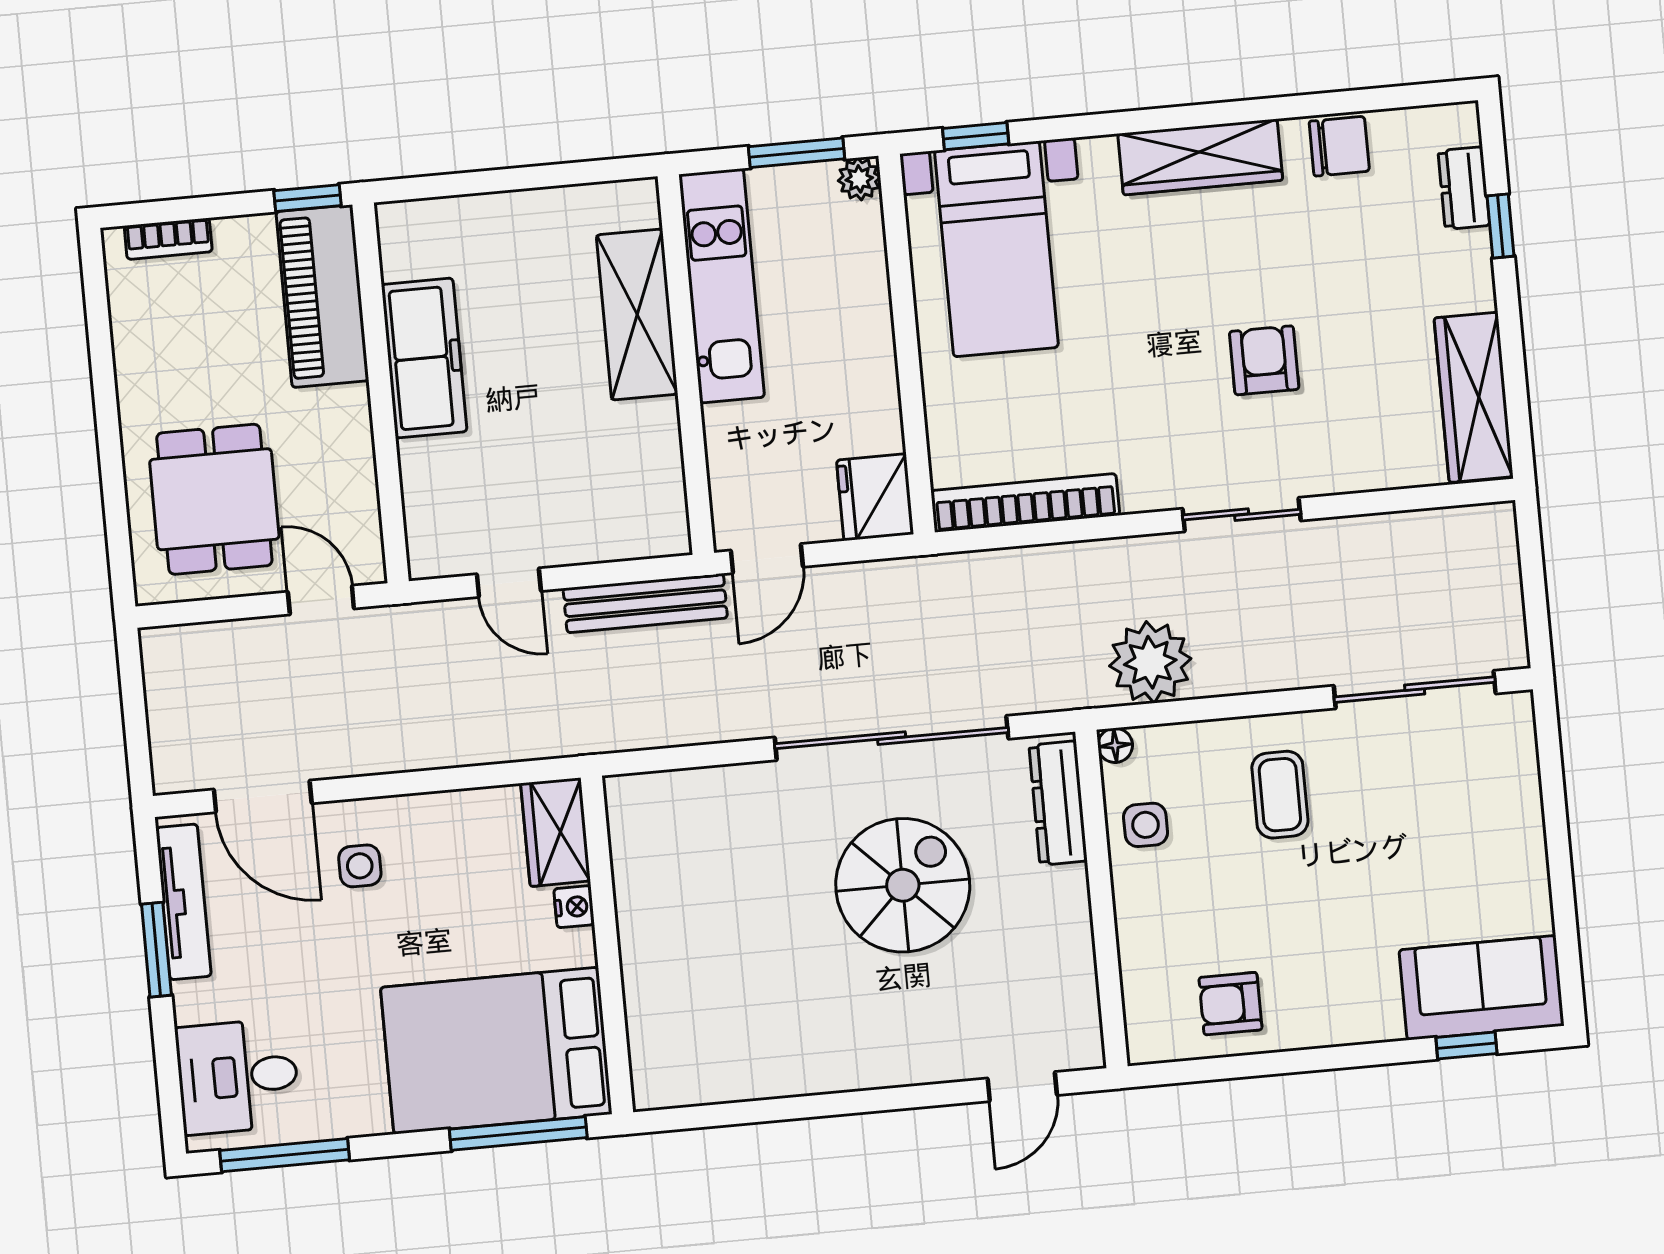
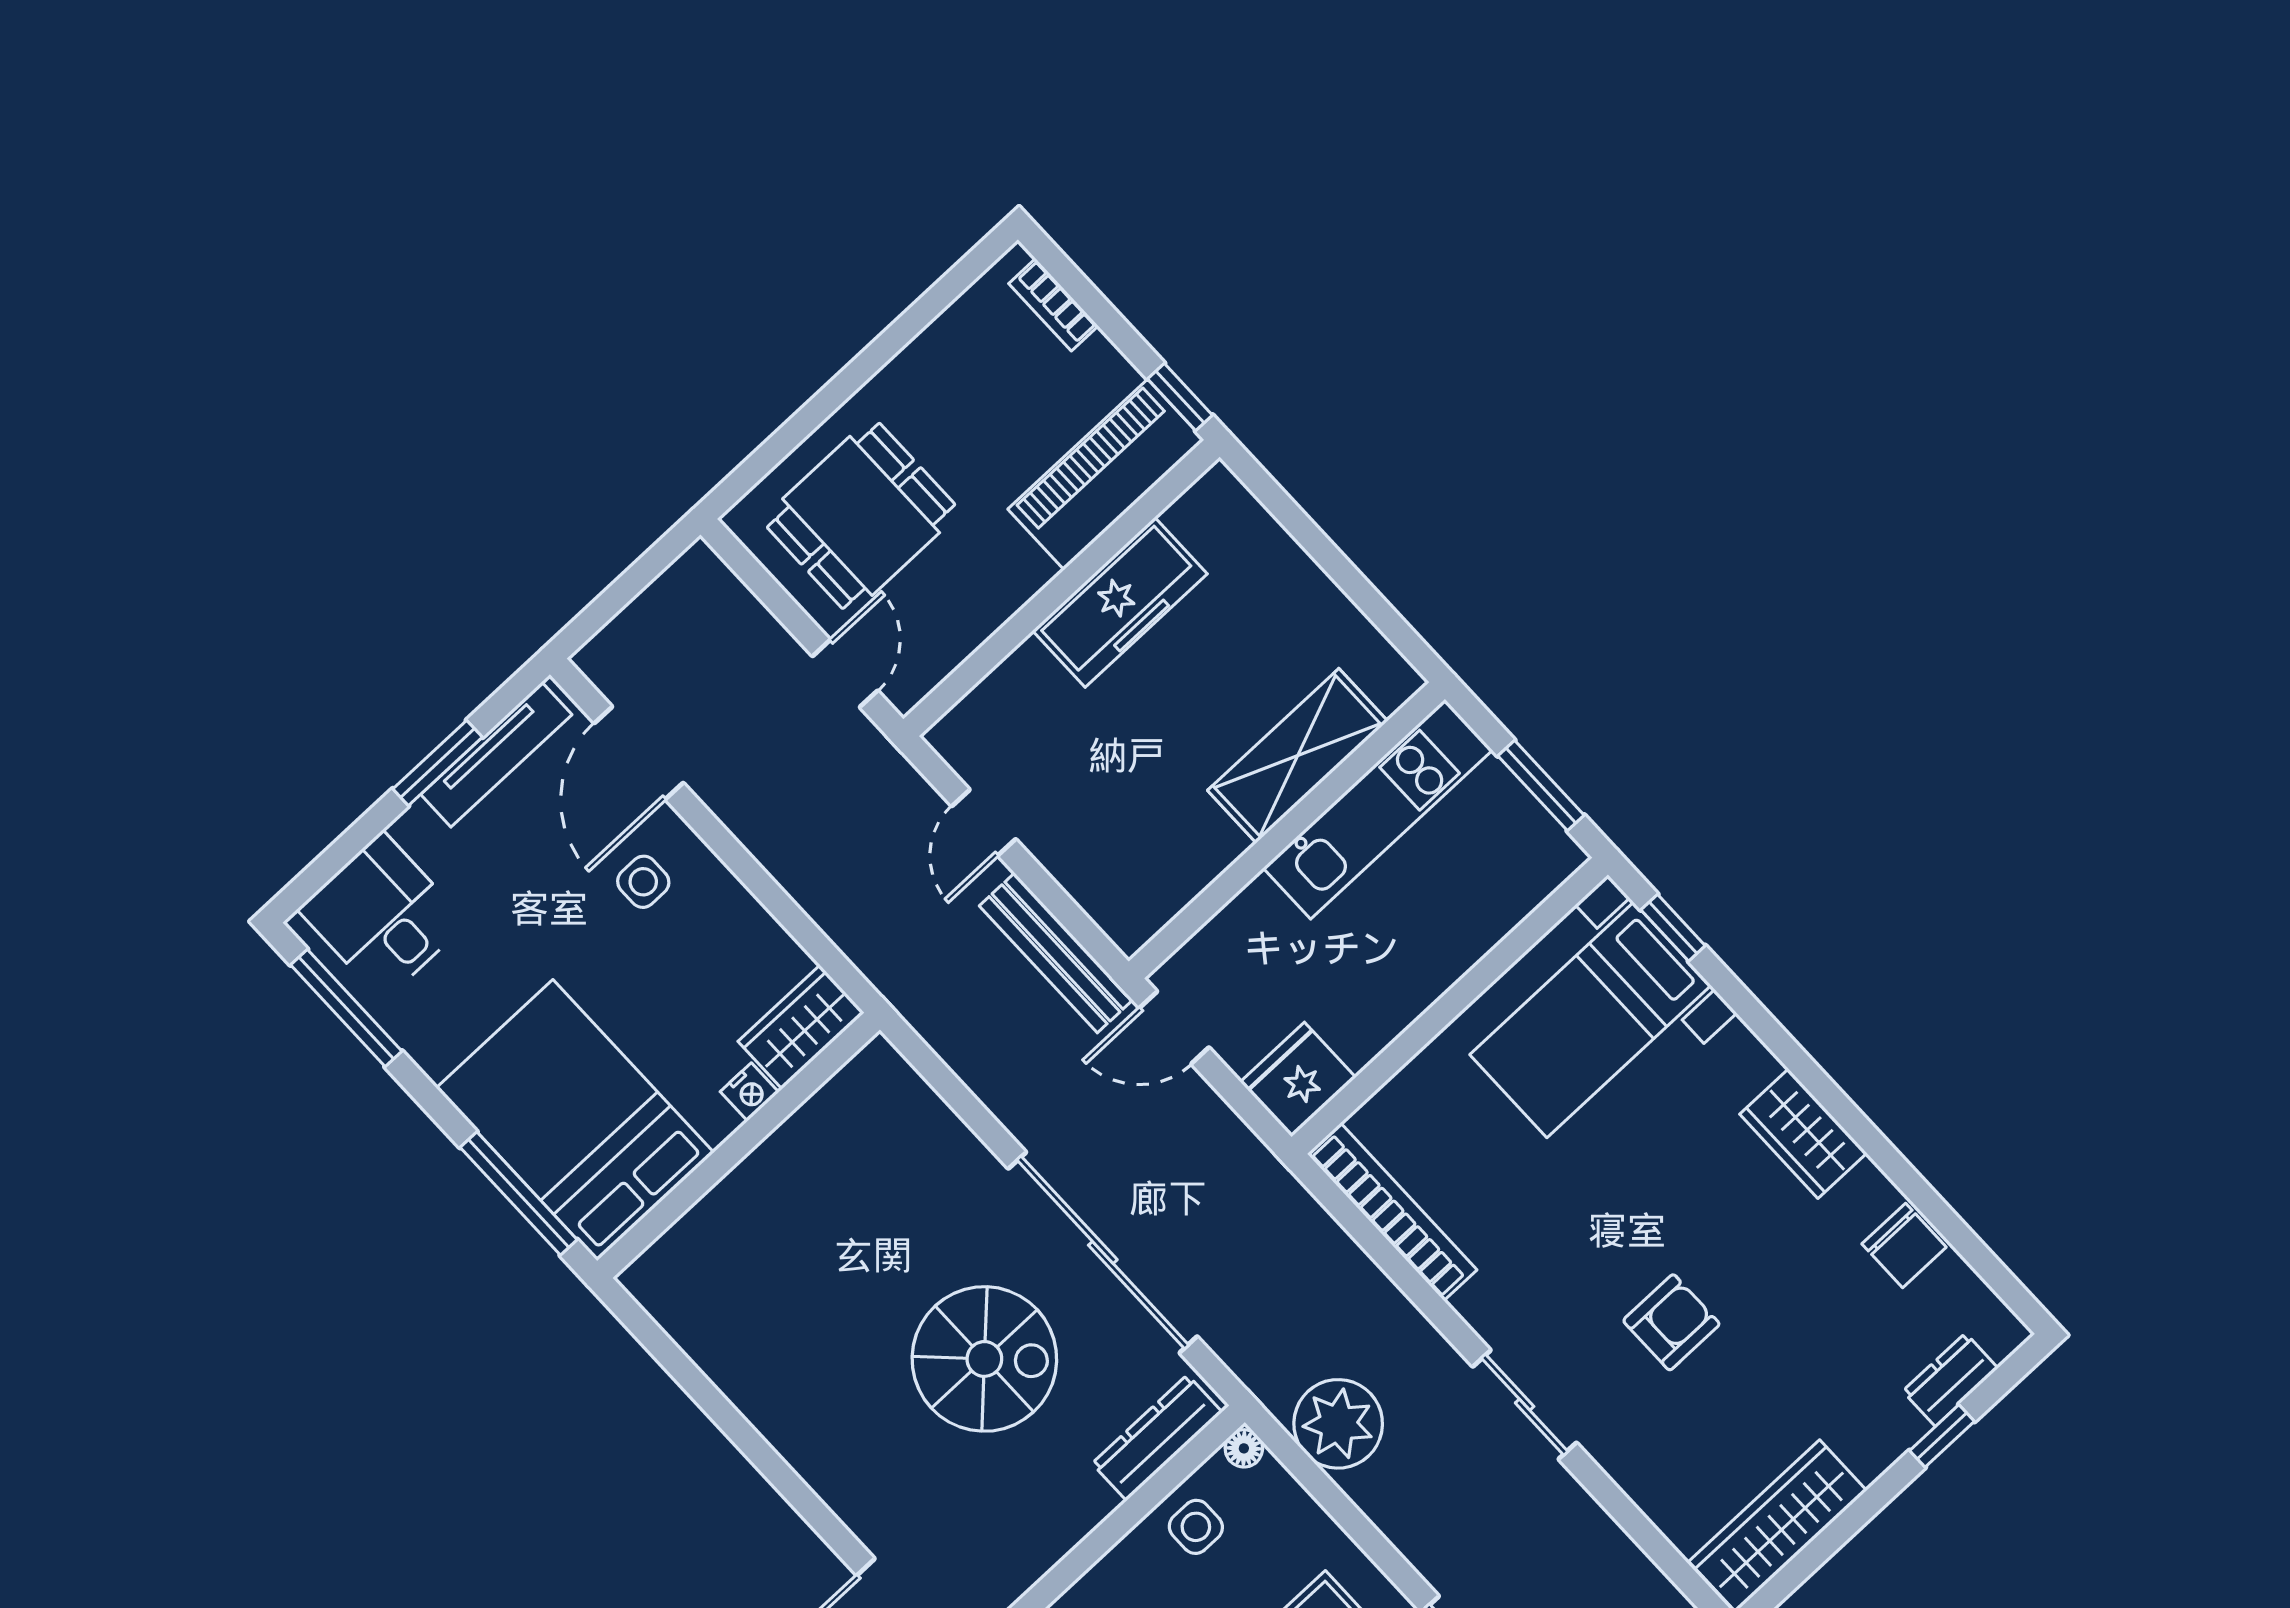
wardrobe: (1200, 157) -> (1803, 1134), width x0.67
plant: (859, 179) -> (1560, 856), removed

